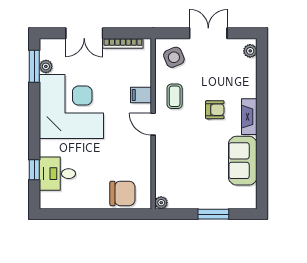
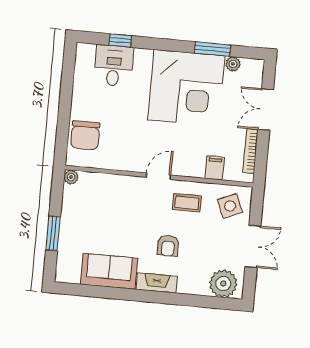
plant: (250, 51) -> (223, 284), width x1.88, depth x1.88
window: (34, 66) -> (212, 49), moved
filing cabinet: (141, 95) -> (215, 168), moved

